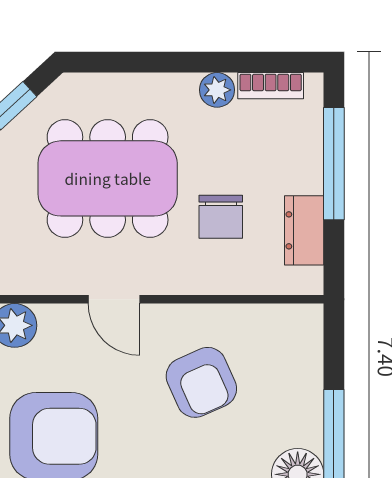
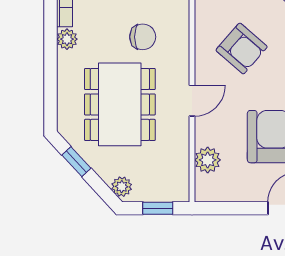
armchair: (201, 382) -> (242, 48), turned 65

